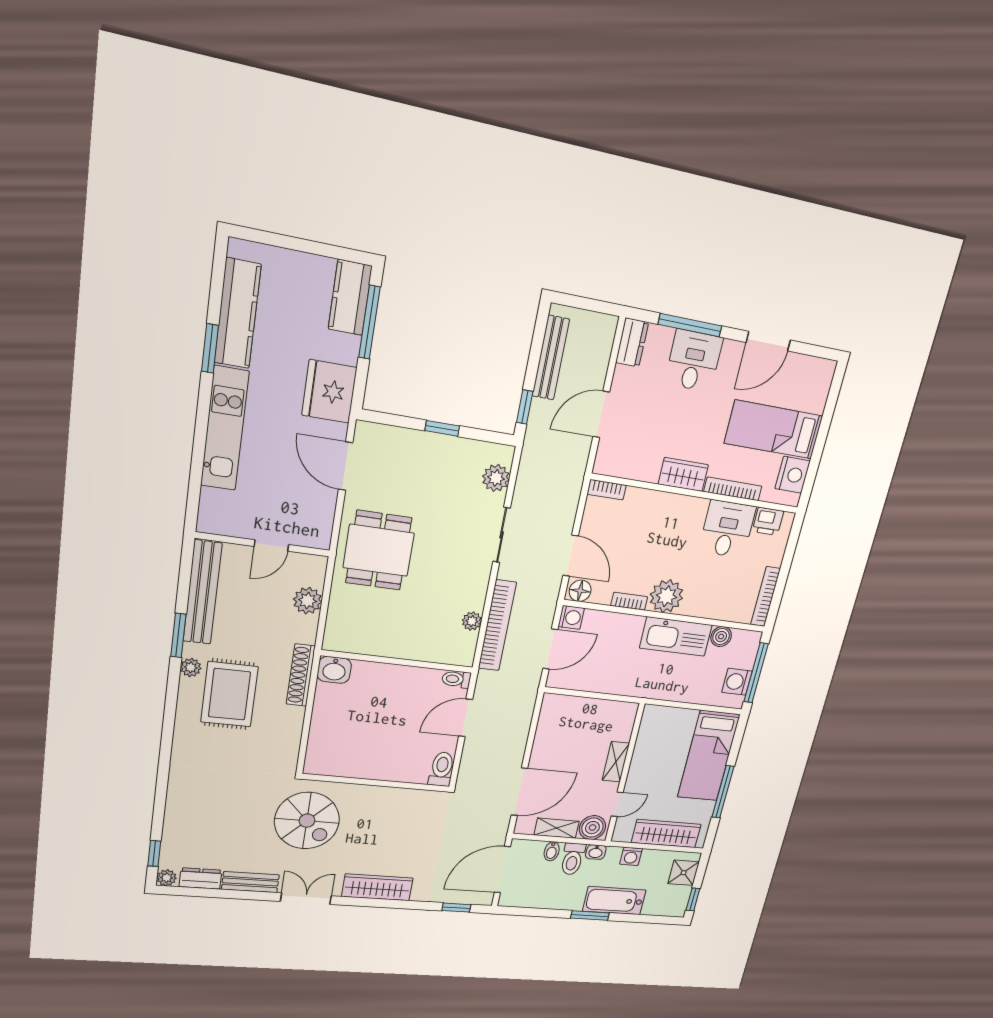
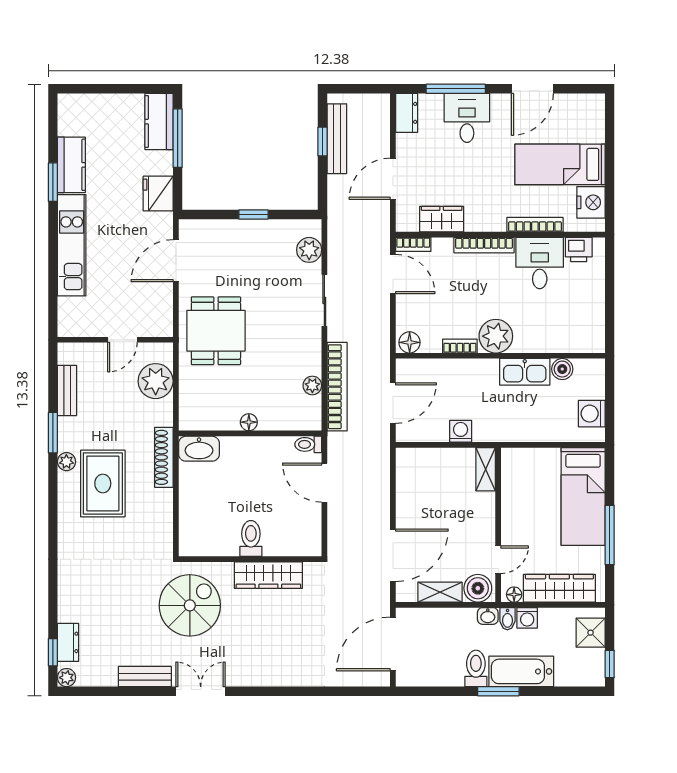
kitchen counter: (238, 314) -> (71, 165), width x0.67
fridge: (329, 391) -> (158, 194), width x0.73, depth x0.75
window: (525, 407) -> (323, 141), moved
door: (346, 466) -> (176, 261), hinge flipped
wardrobe: (683, 474) -> (442, 219), moved
door: (571, 556) -> (393, 274), moved
bench: (202, 592) -> (67, 390), width x0.54, depth x0.82
bookcase: (765, 597) -> (484, 245), moved, turned -90
plant: (308, 601) -> (156, 381), width x1.36, depth x1.36
washing machine: (571, 617) -> (461, 431), moved, turned -90
kitchen sink: (676, 637) -> (525, 372), width x0.73, depth x0.81
floor lamp: (398, 650) -> (249, 422), added
washbasin: (334, 670) -> (199, 449), width x1.38
window: (756, 673) -> (610, 402), removed
door: (466, 718) -> (324, 483), hinge flipped
shelving: (616, 762) -> (486, 469), moved
toilet: (442, 769) -> (251, 538), moved
spiral stairs: (307, 821) -> (190, 605), turned -90
floor lamp: (624, 836) -> (514, 595), added
bidet: (552, 851) -> (507, 619), moved
toilet: (573, 859) -> (476, 668), moved, turned 180
dresser: (200, 878) -> (68, 642), moved, turned 90
wardrobe: (377, 887) -> (268, 575), moved, turned 180
window: (456, 908) -> (353, 691), removed

